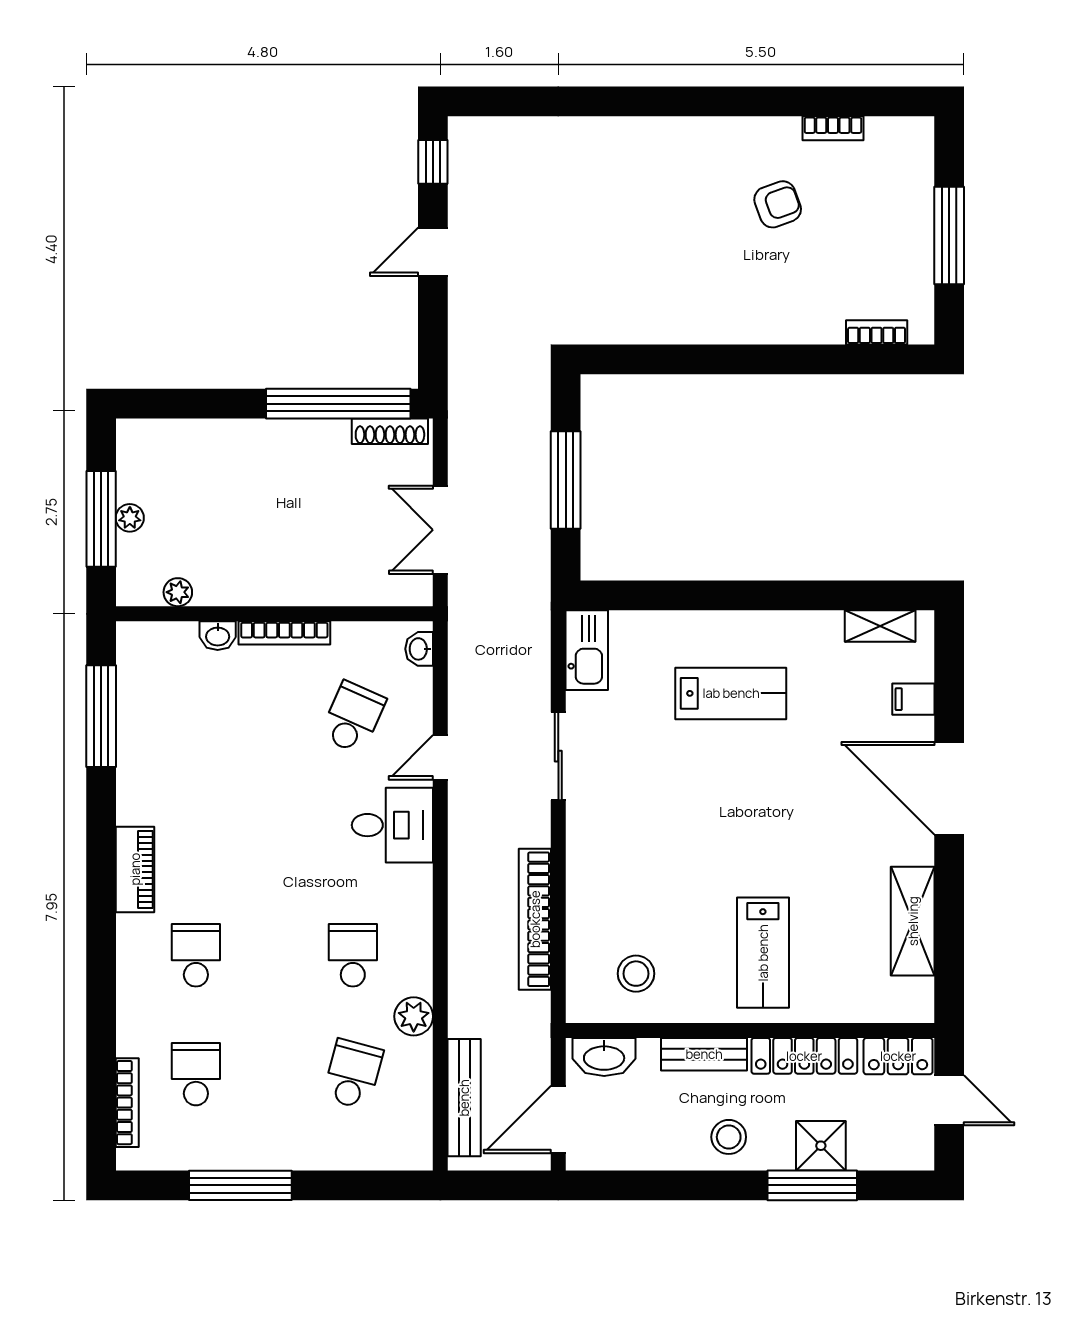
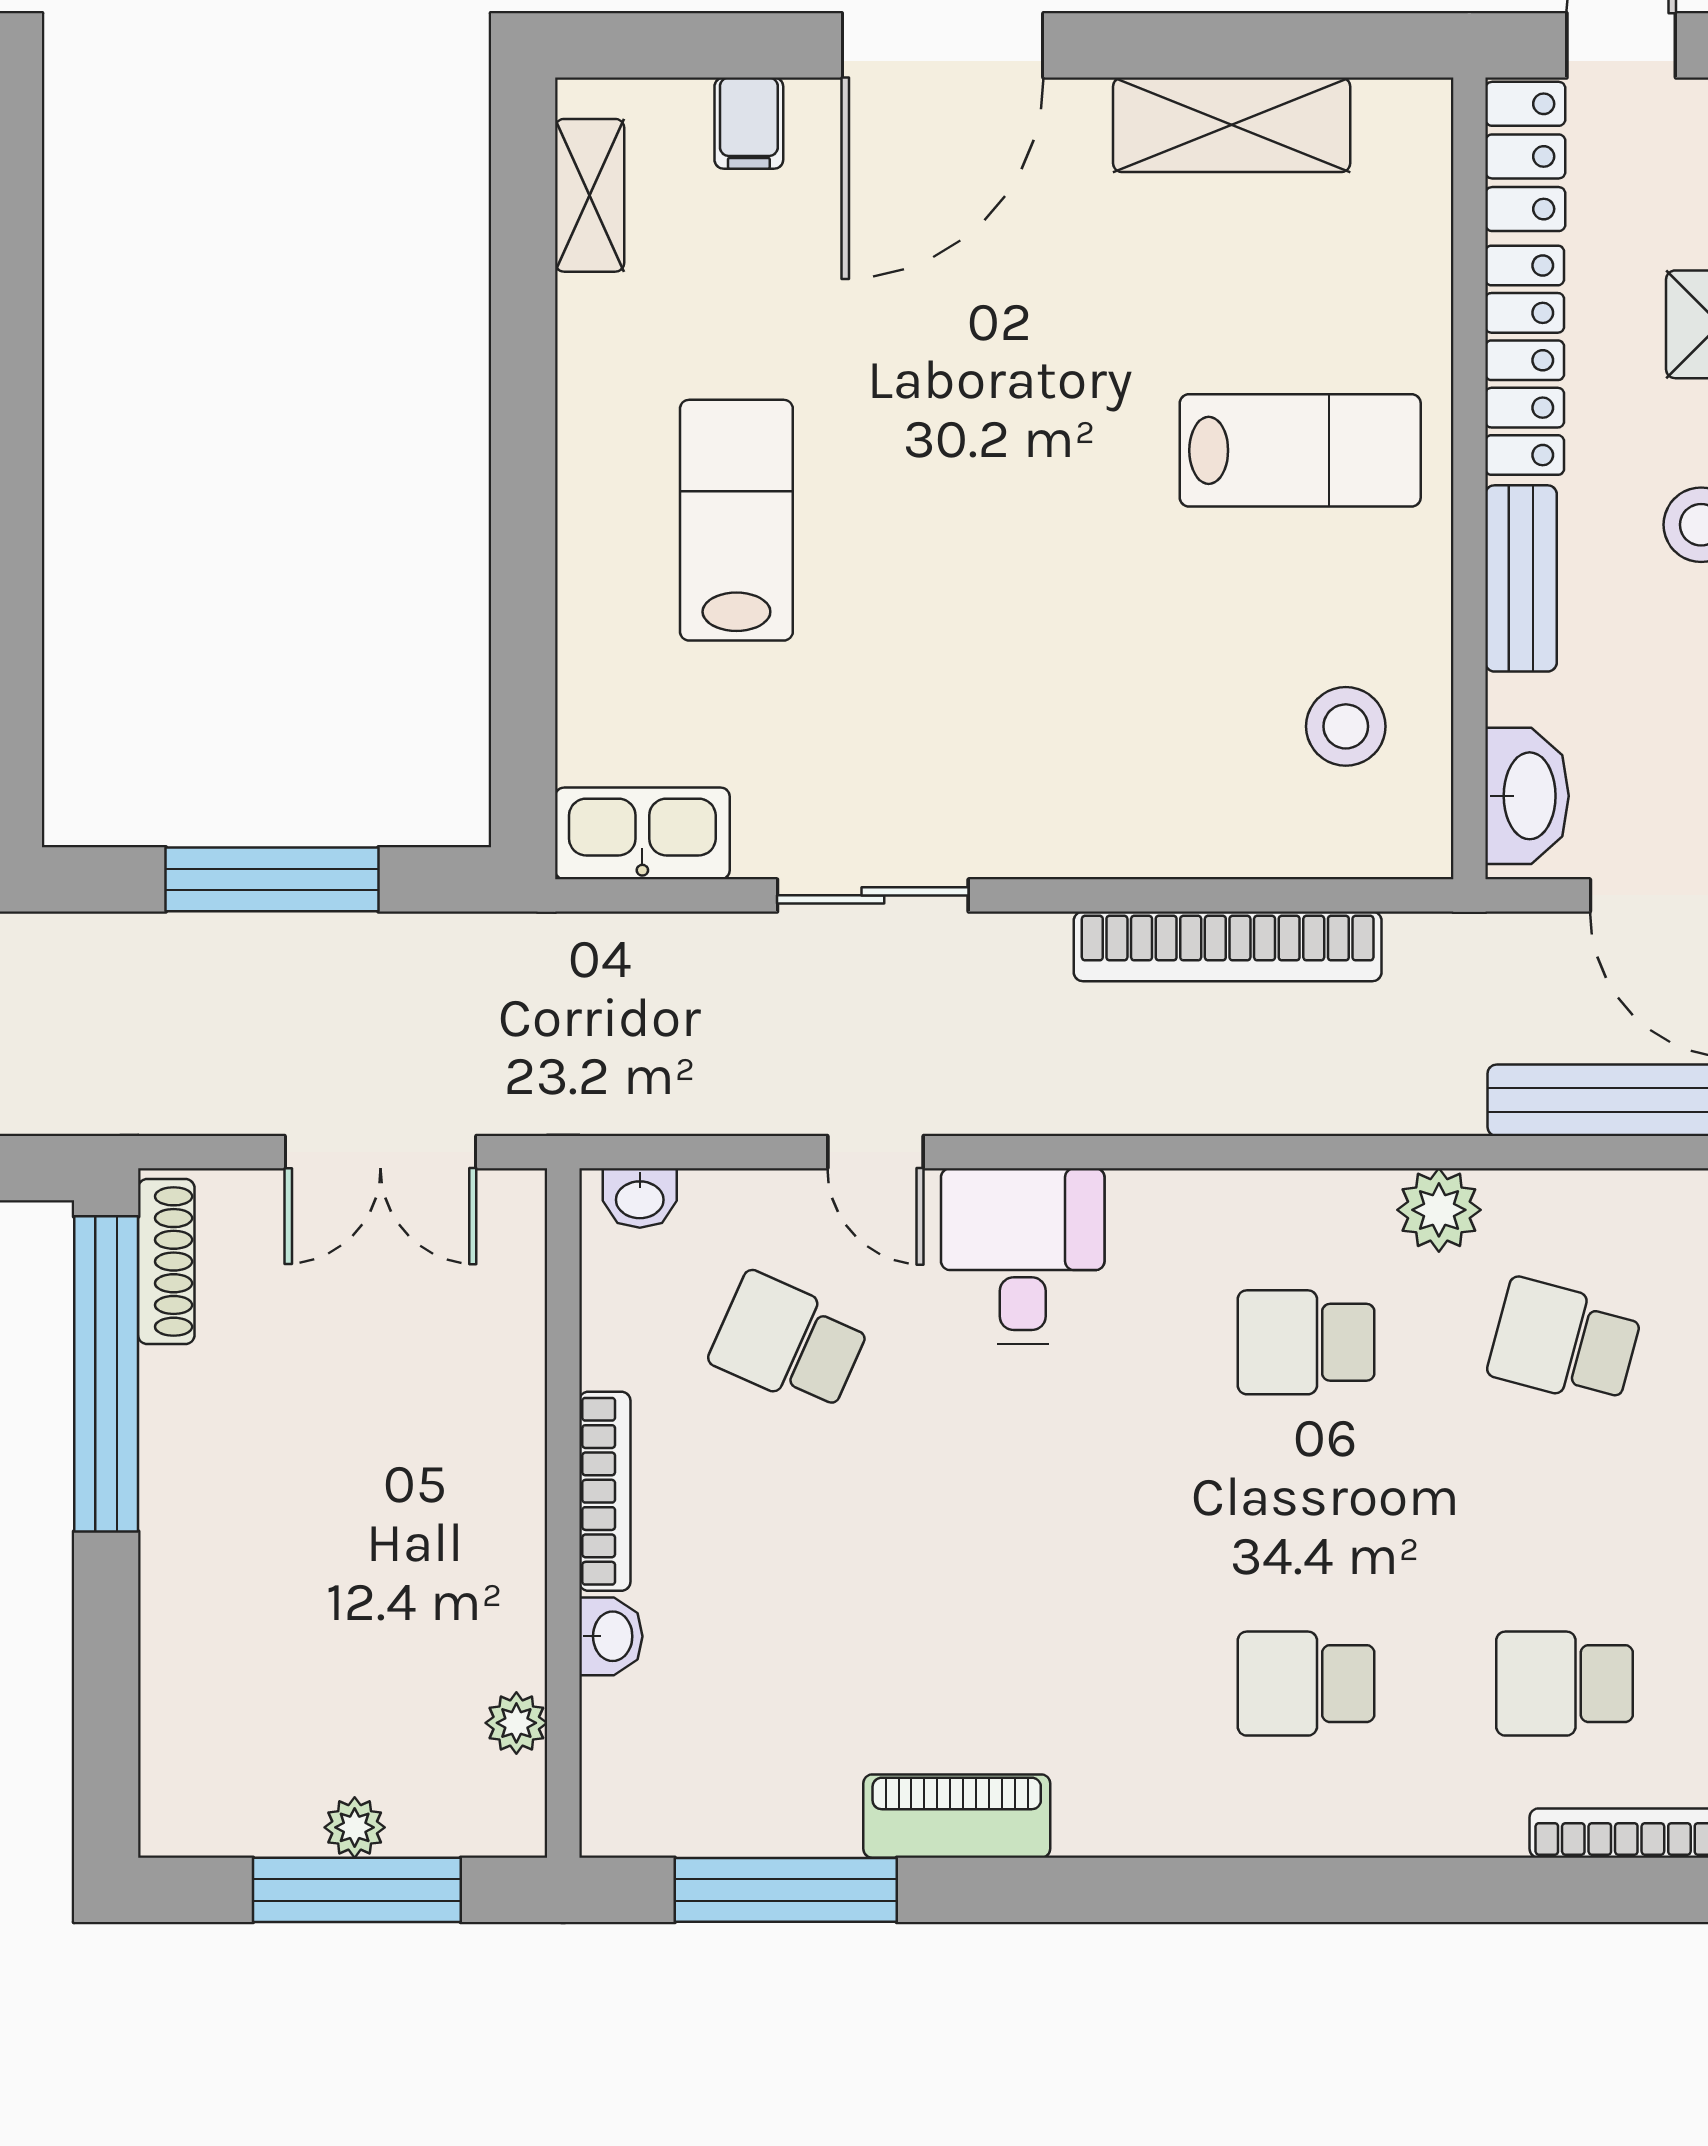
piano: (135, 869) -> (957, 1816), moved

